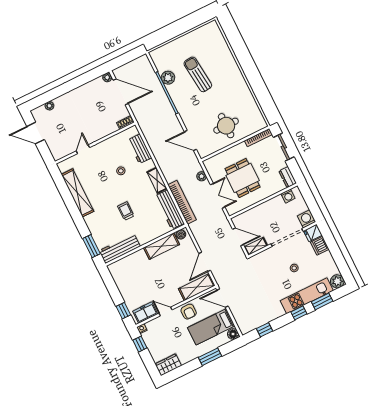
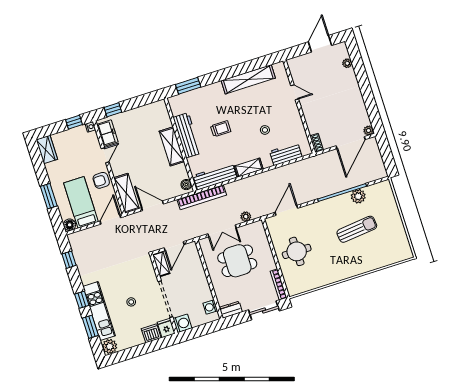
bookcase: (182, 202) -> (202, 197), moved
shelving: (162, 246) -> (172, 146), moved
workbench: (120, 249) -> (187, 135), moved

